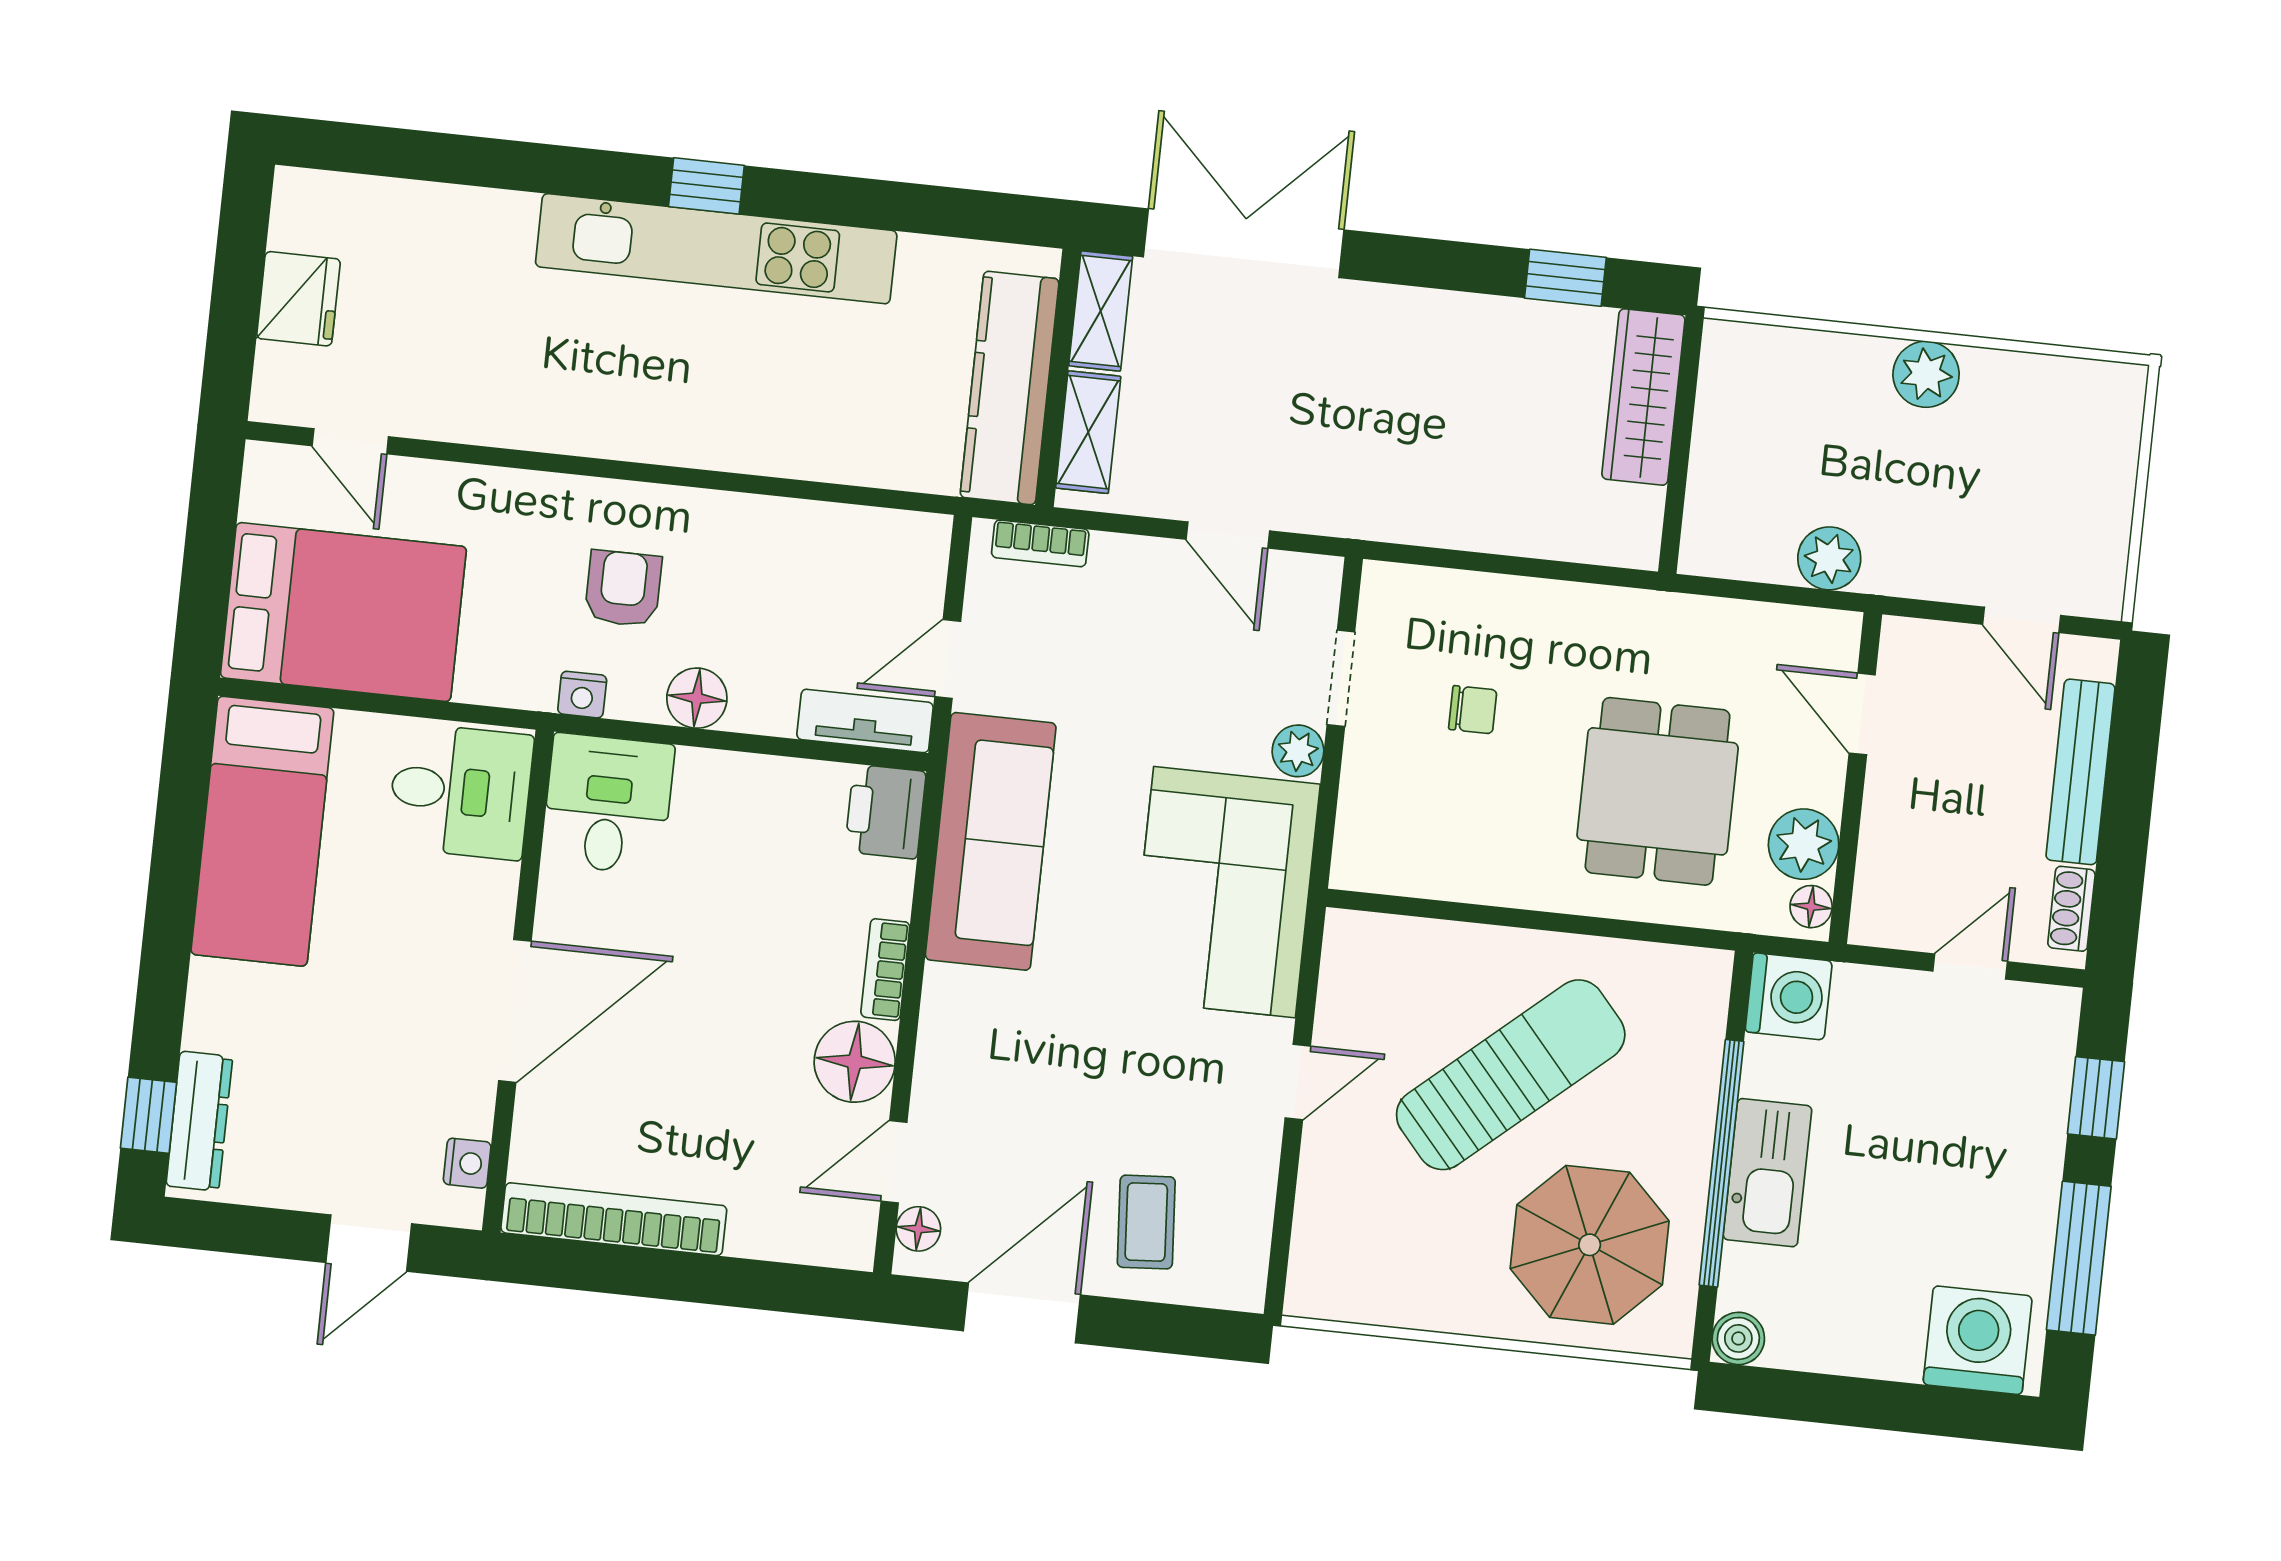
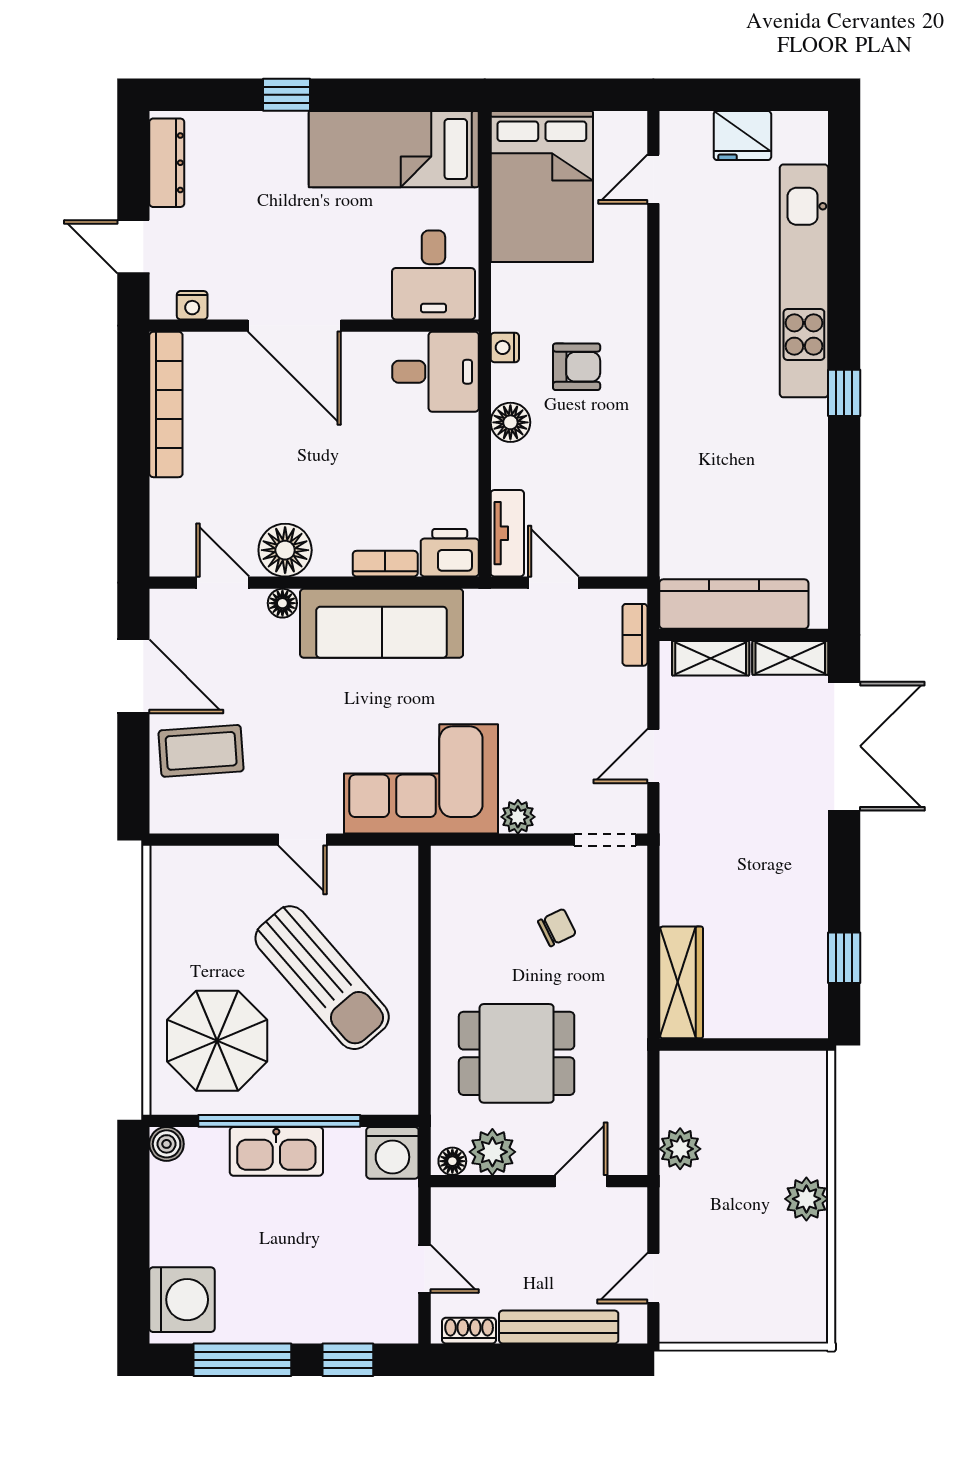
kitchen unit: (716, 249) -> (804, 281), moved
wardrobe: (1643, 397) -> (681, 982), moved, turned 90
doorway: (1341, 678) -> (605, 840), moved
chair: (1473, 710) -> (557, 928), turned -116
sofa: (991, 841) -> (382, 623), moved
bookcase: (885, 970) -> (385, 564), moved
window: (148, 1115) -> (287, 95), moved
dresser: (199, 1121) -> (167, 163), moved, turned -90
coffee table: (1146, 1222) -> (201, 751), width x1.36, depth x1.30
floor lamp: (918, 1229) -> (282, 603), moved

